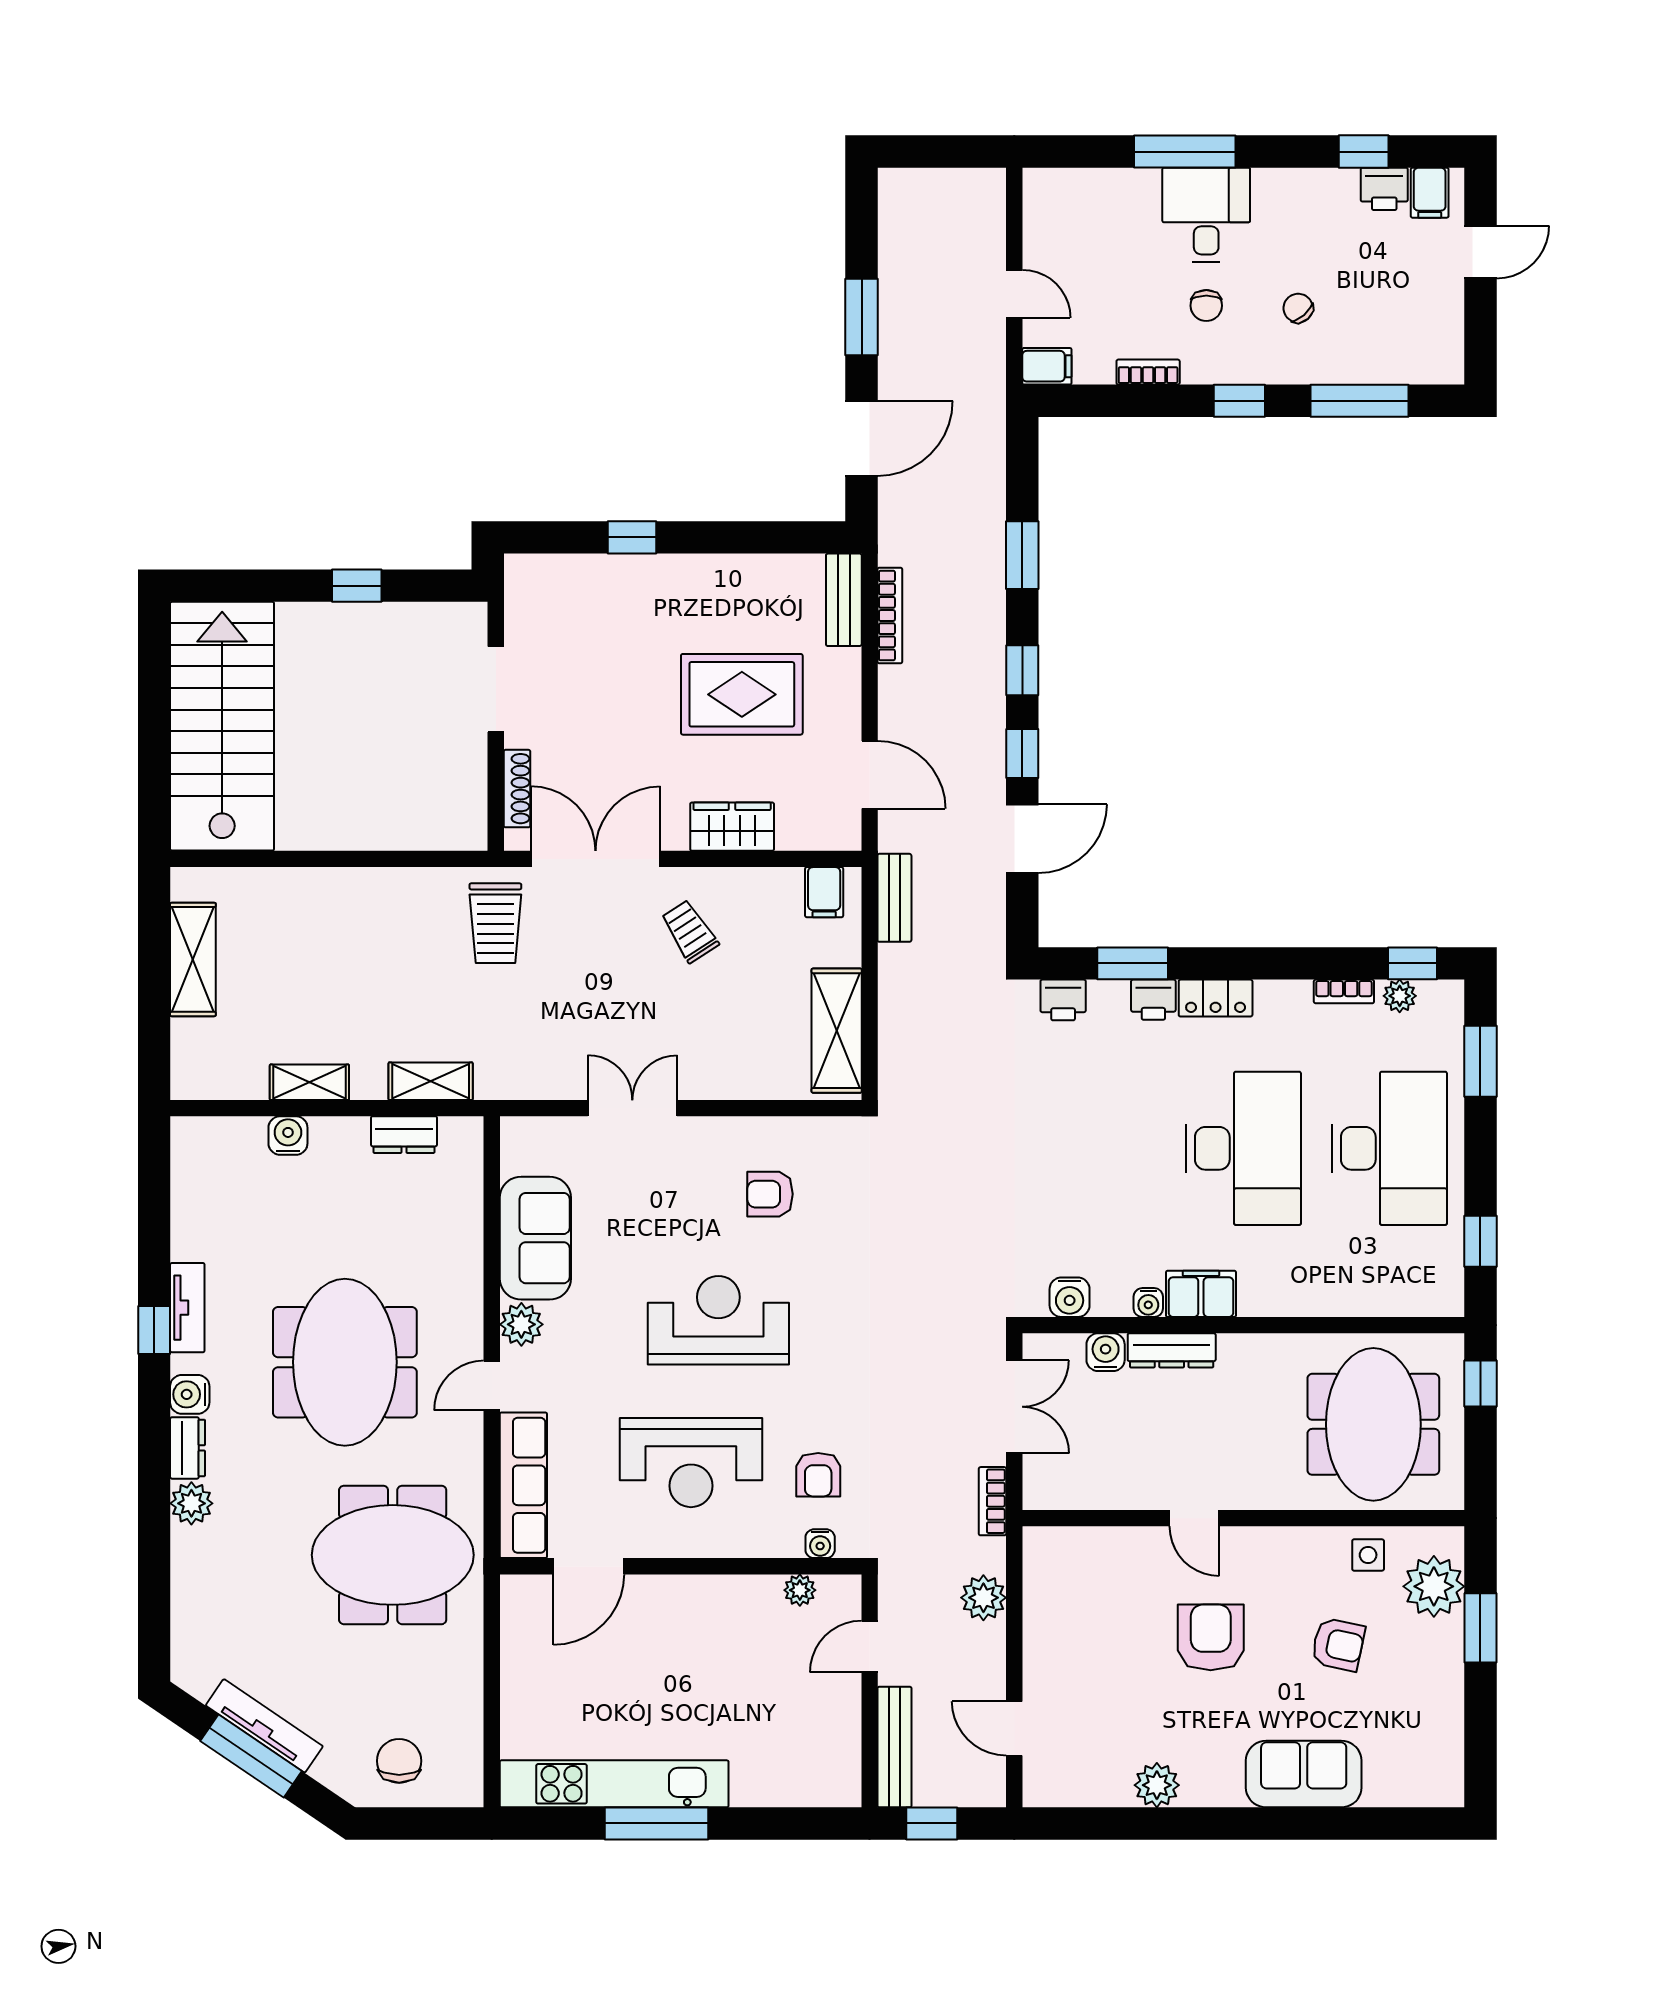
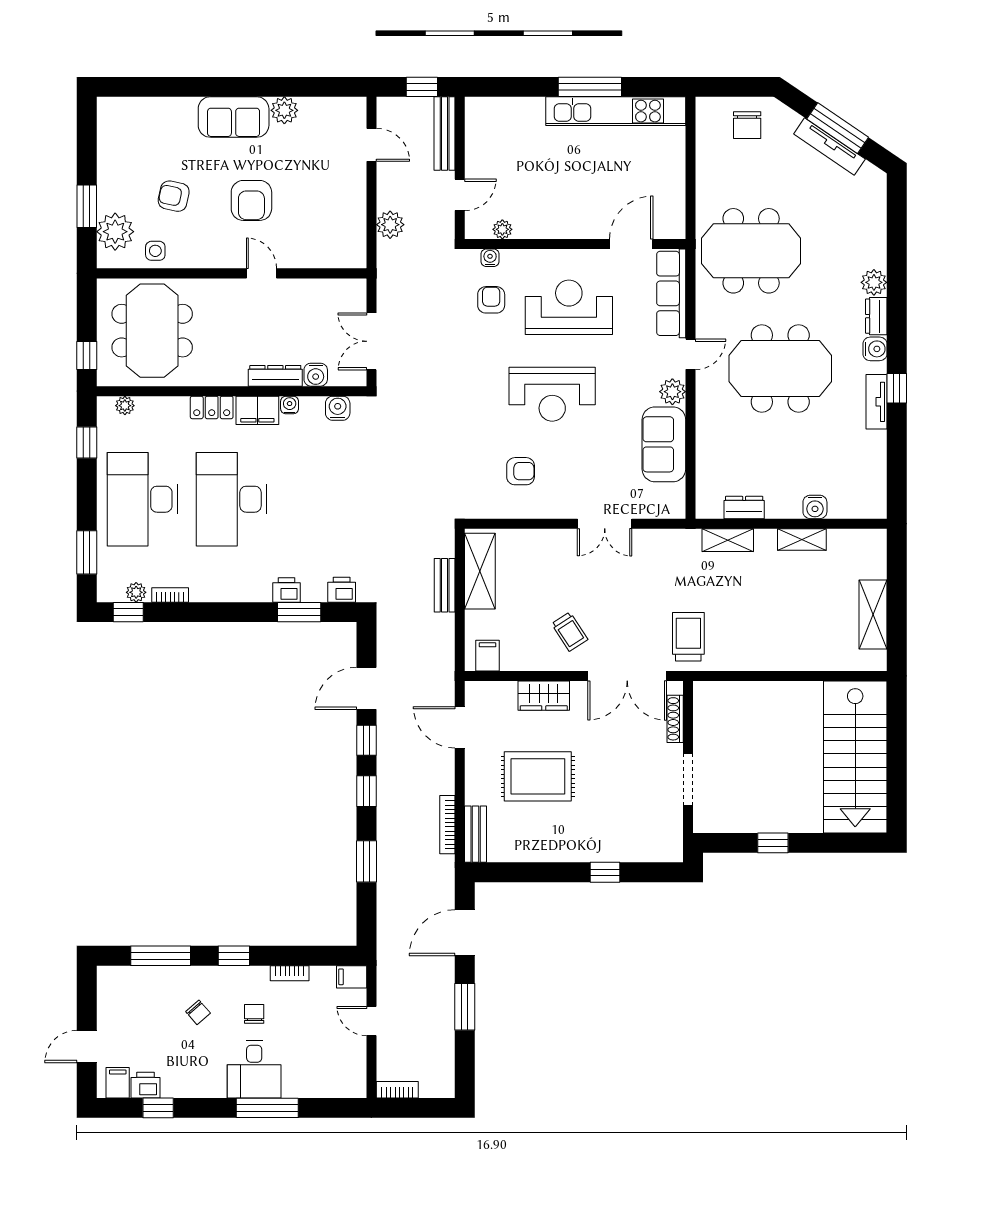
bench: (894, 898) -> (445, 585), moved
locker: (1216, 998) -> (212, 407), moved, turned 180
plant: (1418, 1302) -> (125, 406), added
meeting table: (345, 1362) -> (780, 369), turned 90
bookcase: (993, 1501) -> (397, 1090), moved, turned -90
sofa: (1304, 1774) -> (234, 117), moved

